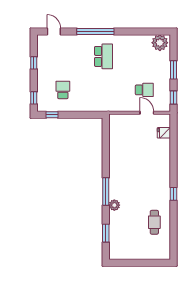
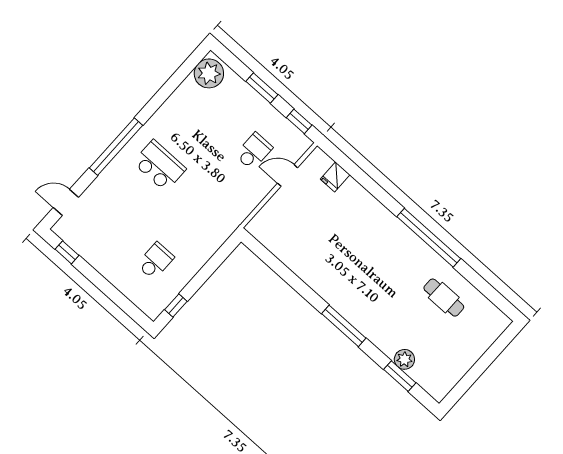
window: (34, 63) -> (67, 252), moved
school desk: (63, 90) -> (155, 261), turned 90
window: (34, 98) -> (131, 310), removed
window: (173, 194) -> (429, 238), width x3.17
plant: (114, 205) -> (404, 359), moved

